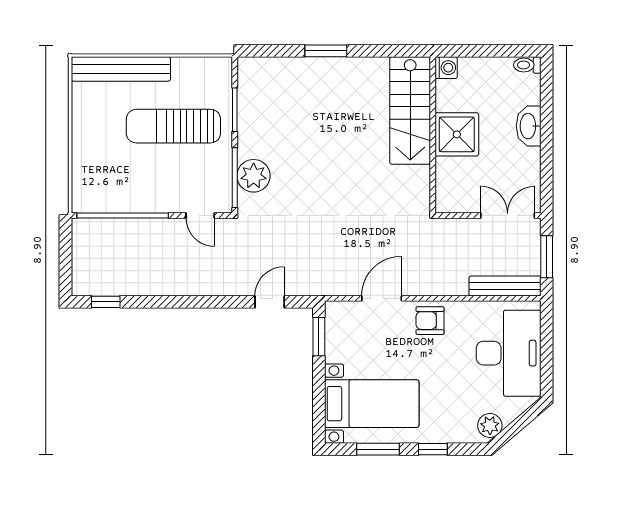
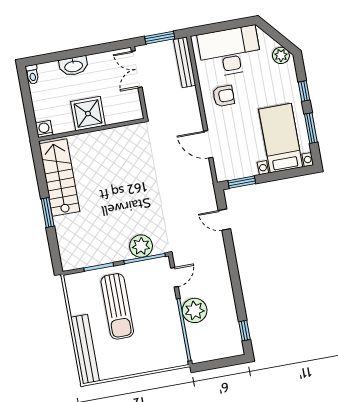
stairs: (410, 110) -> (59, 178), moved, turned -90
plant: (148, 236) -> (195, 310), added
armchair: (430, 321) -> (224, 96), moved, turned -90

